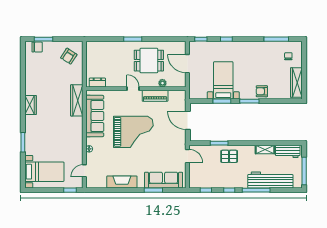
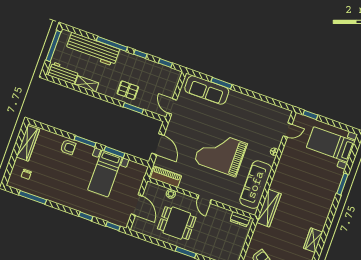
piano: (155, 96) -> (166, 177), moved
wardrobe: (30, 105) -> (313, 240), moved
fireplace: (122, 182) -> (252, 104), removed

